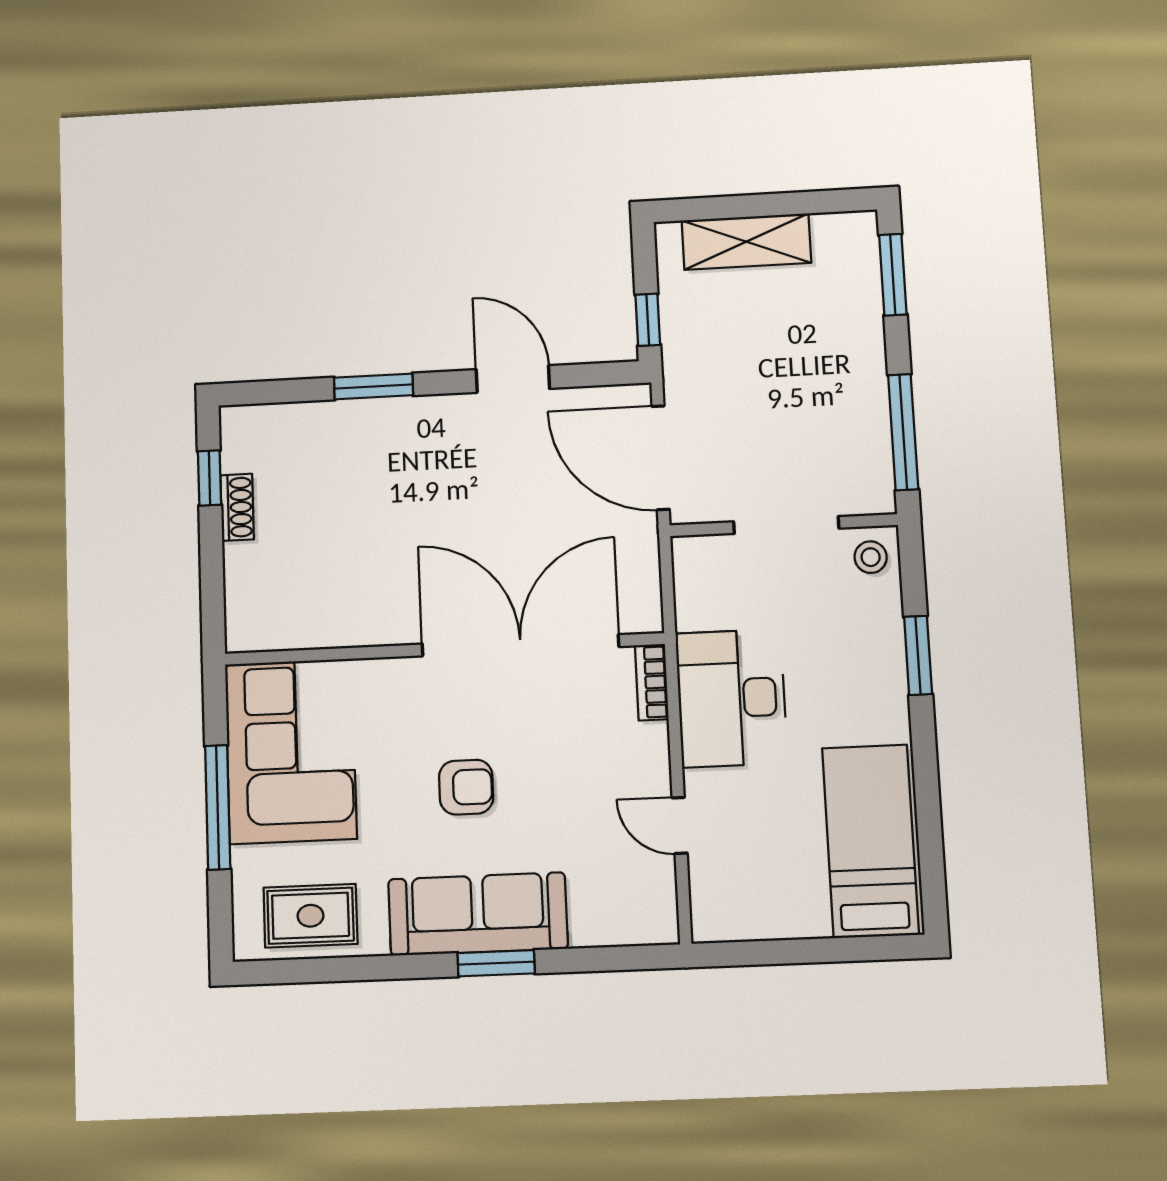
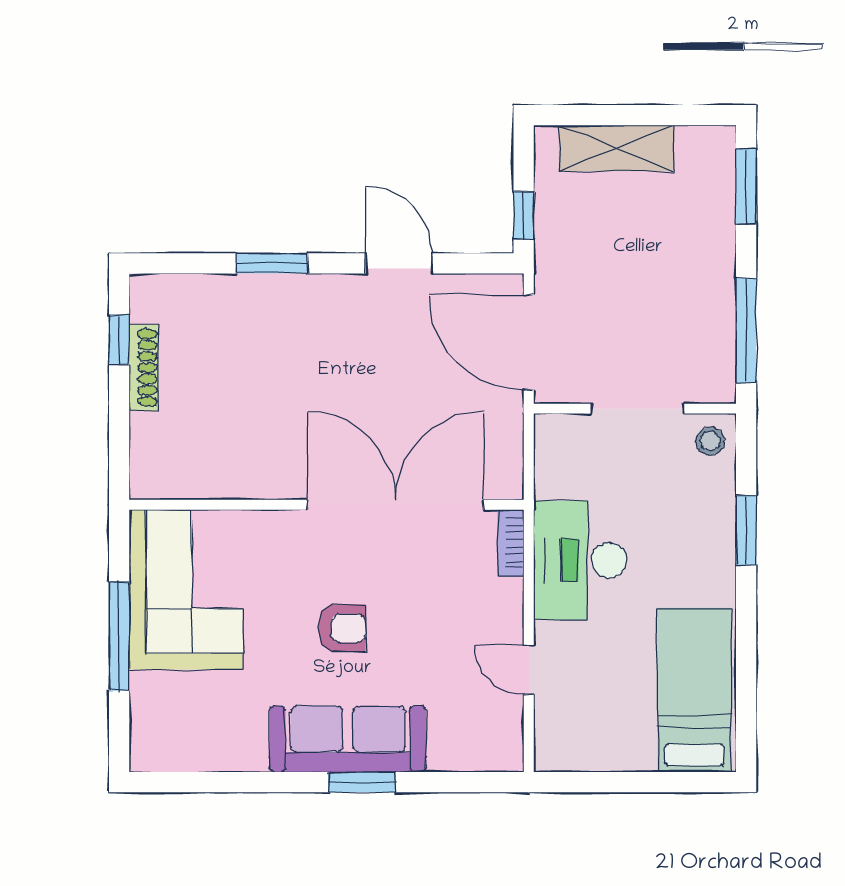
shoe rack: (237, 507) -> (144, 368), width x1.43
rug: (311, 916) -> (200, 735), removed

